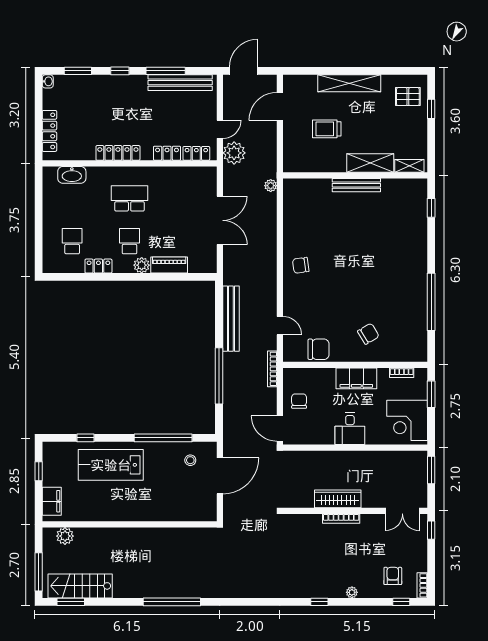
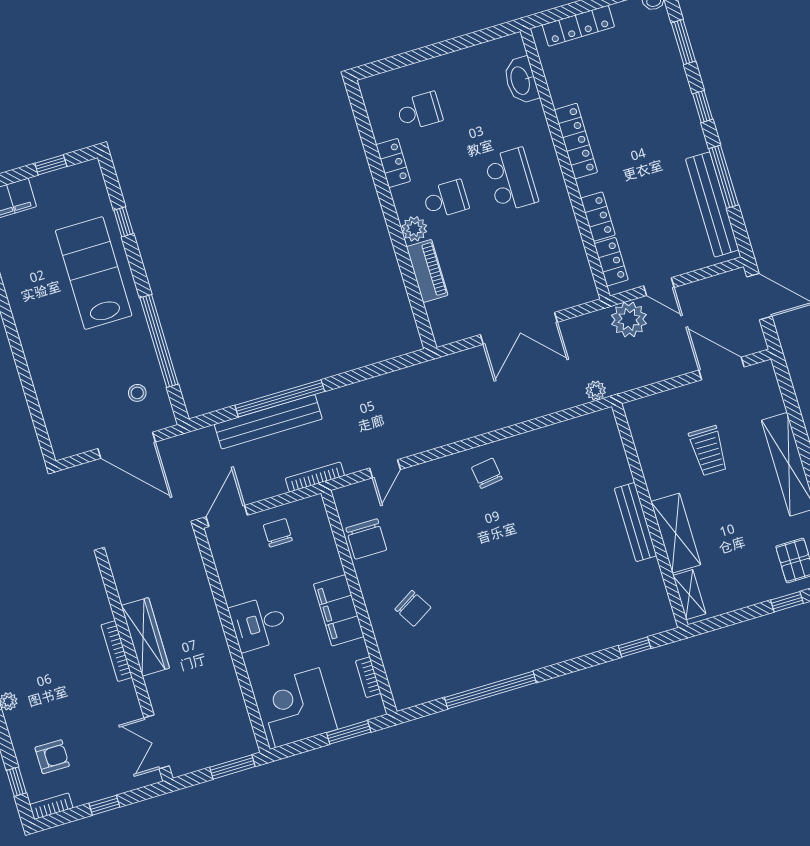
trolley: (327, 129) -> (708, 451), turned 180
bench: (231, 319) -> (268, 422), moved
chair: (299, 401) -> (278, 533), turned -90
window: (431, 530) -> (104, 805), moved

